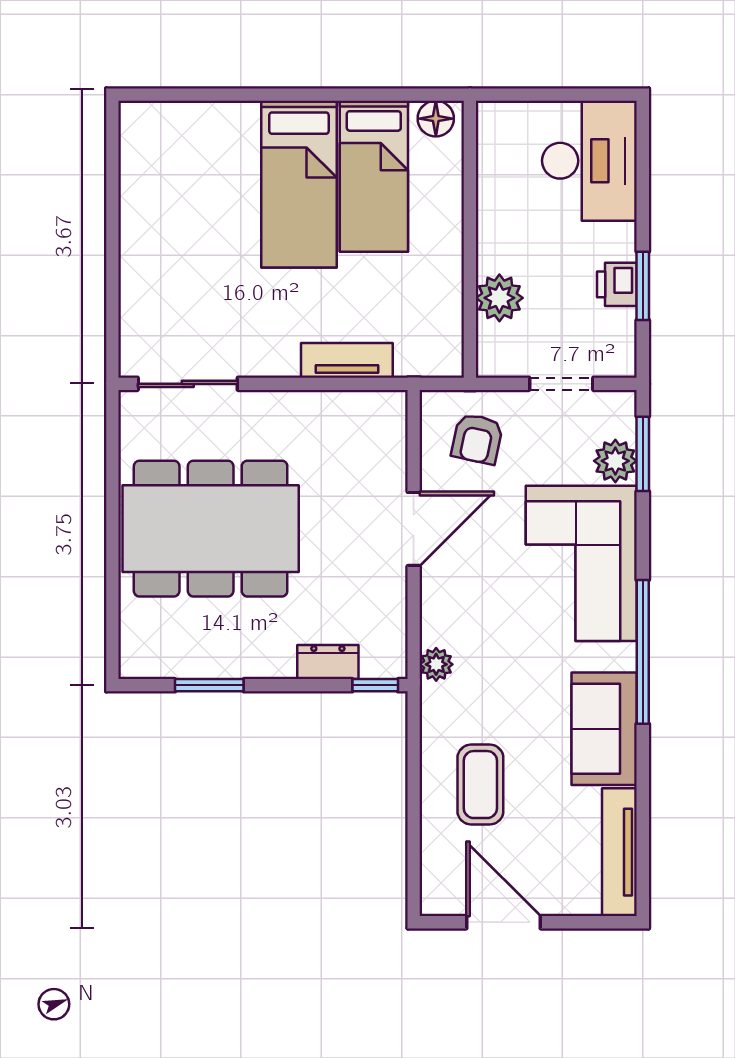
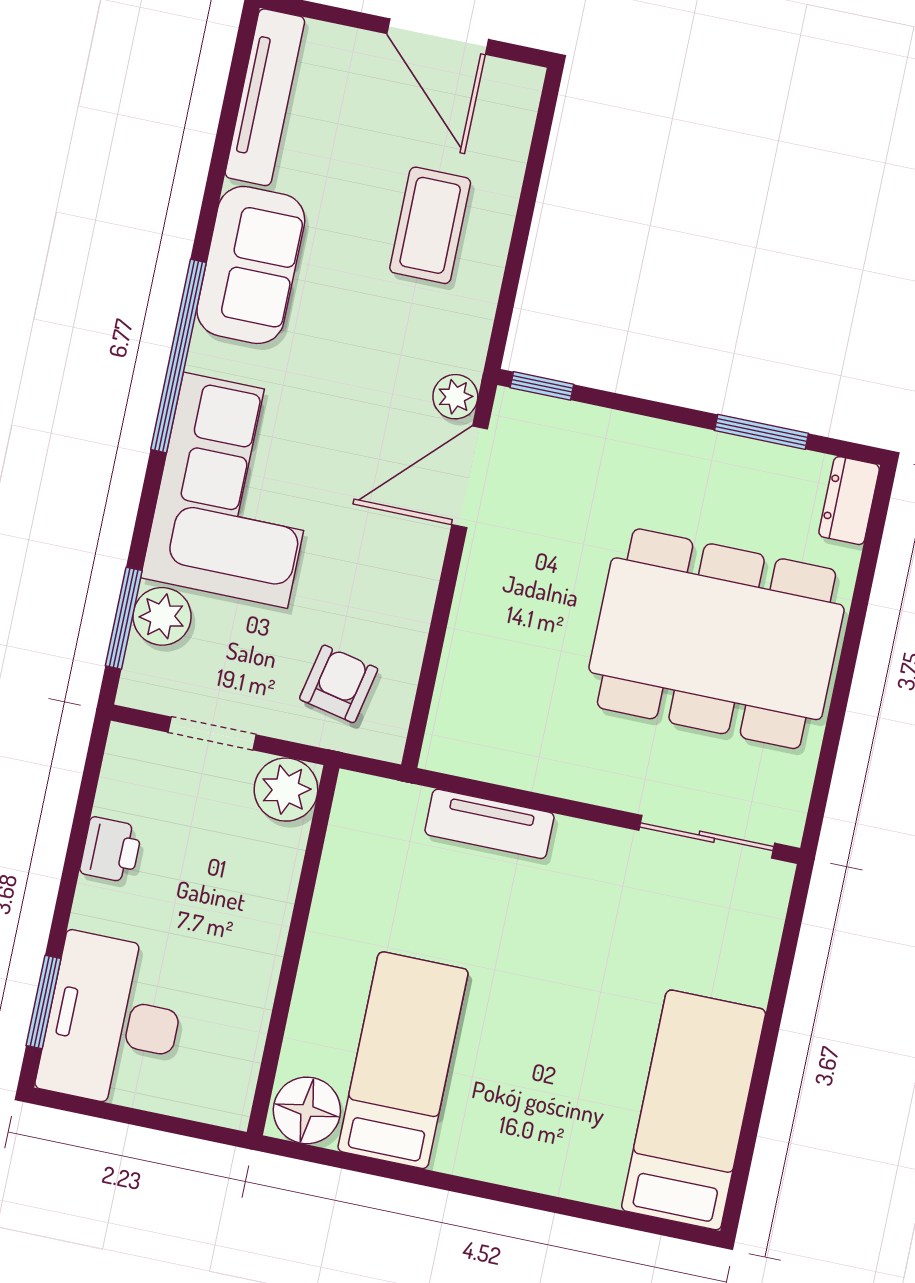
floor lamp: (436, 119) -> (307, 1110), width x1.38, depth x1.38
bed: (299, 184) -> (694, 1110), moved
window: (643, 286) -> (44, 1002), moved
plant: (499, 298) -> (286, 790), moved
door: (414, 529) -> (470, 477), moved
dresser: (328, 662) -> (849, 501), moved, turned 90

